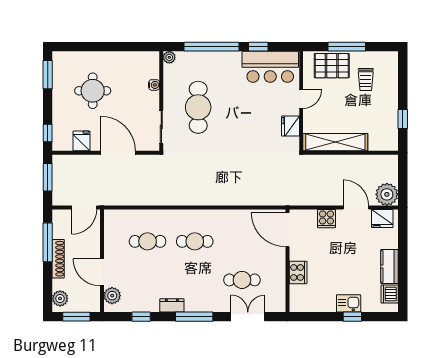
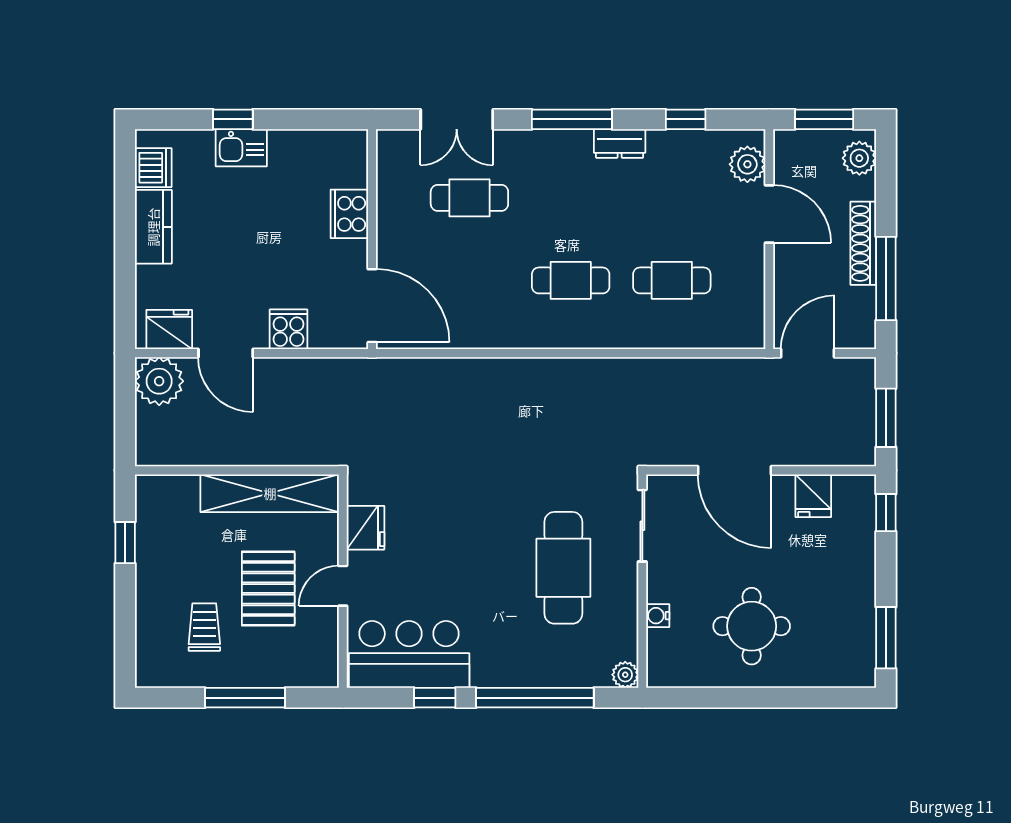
pallet: (332, 66) -> (268, 588), moved, turned 90
round table: (93, 91) -> (752, 626), moved

